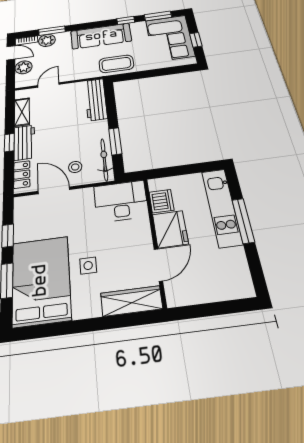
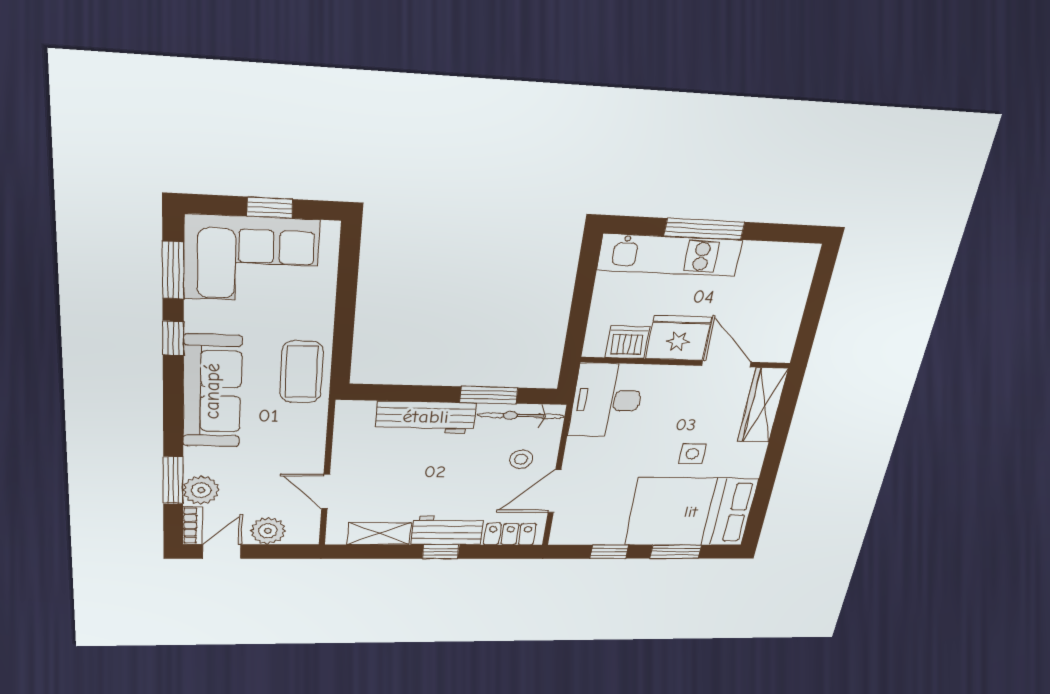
workbench: (96, 99) -> (426, 417), moved

